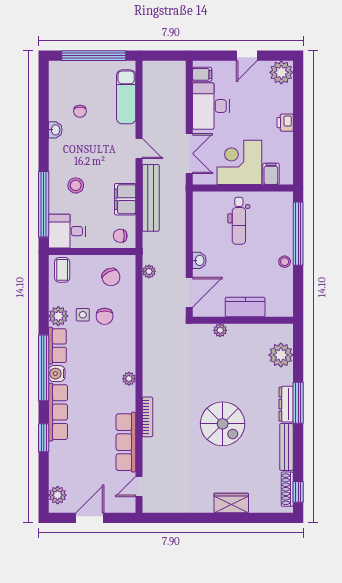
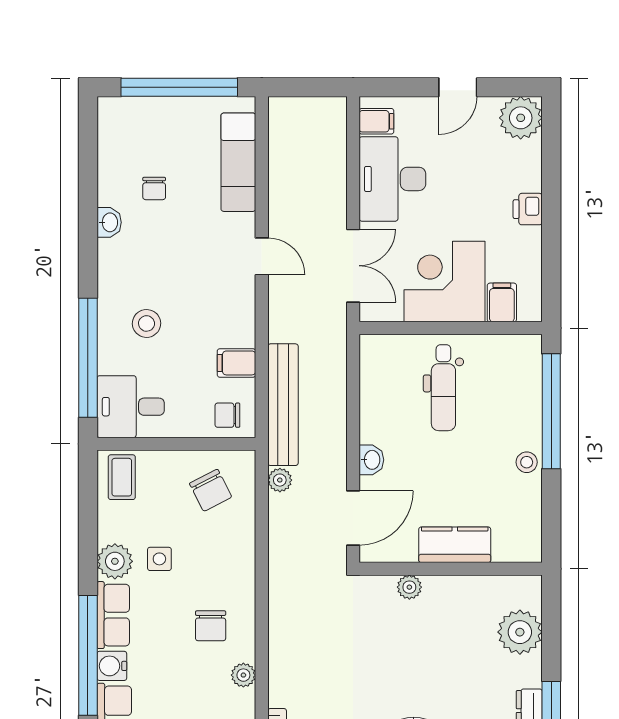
bench: (151, 198) -> (283, 405), moved
filing cabinet: (125, 199) -> (236, 363), width x0.50
chair: (105, 316) -> (211, 626), moved

